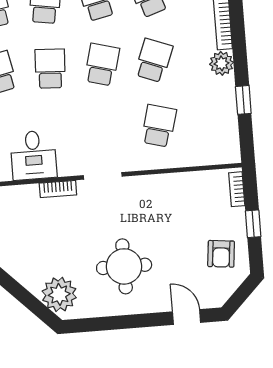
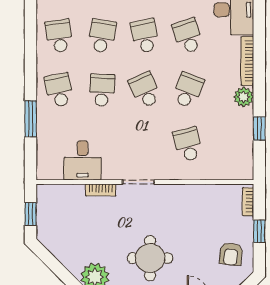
school desk: (102, 65) -> (145, 90), turned -39
school desk: (159, 126) -> (188, 144), turned -30

